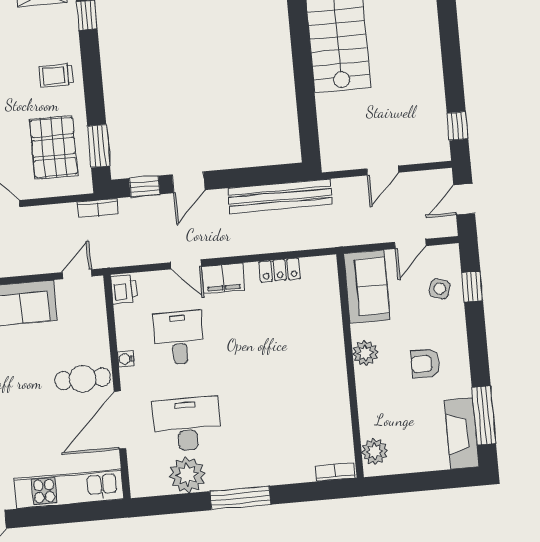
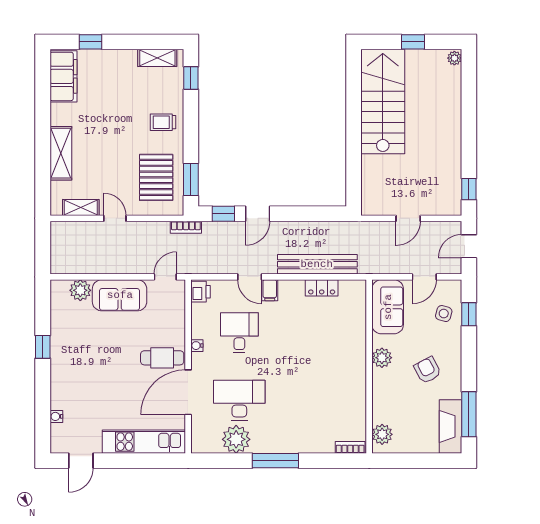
bench: (280, 196) -> (317, 264), moved
filing cabinet: (223, 278) -> (270, 290), width x0.50
armchair: (425, 364) -> (427, 370), turned 62

